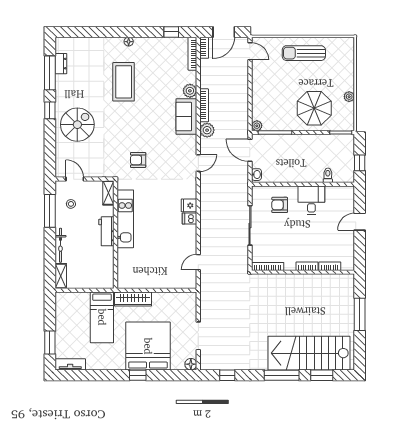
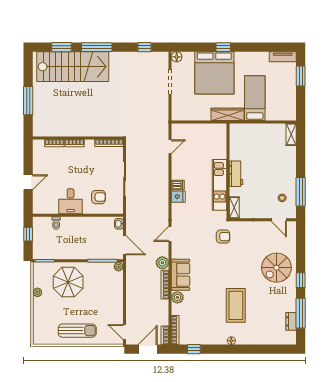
shelving: (108, 193) -> (234, 208), moved
kitchen unit: (125, 219) -> (220, 185), moved
workbench: (106, 231) -> (236, 174), moved
wall: (116, 235) -> (228, 171), moved
bicycle: (60, 245) -> (291, 162), removed

